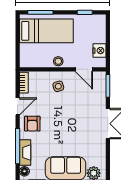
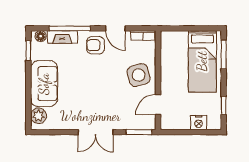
nightstand: (99, 51) -> (199, 123), moved
stool: (58, 61) -> (167, 75), removed
side table: (58, 86) -> (139, 75), width x1.87, depth x1.87

